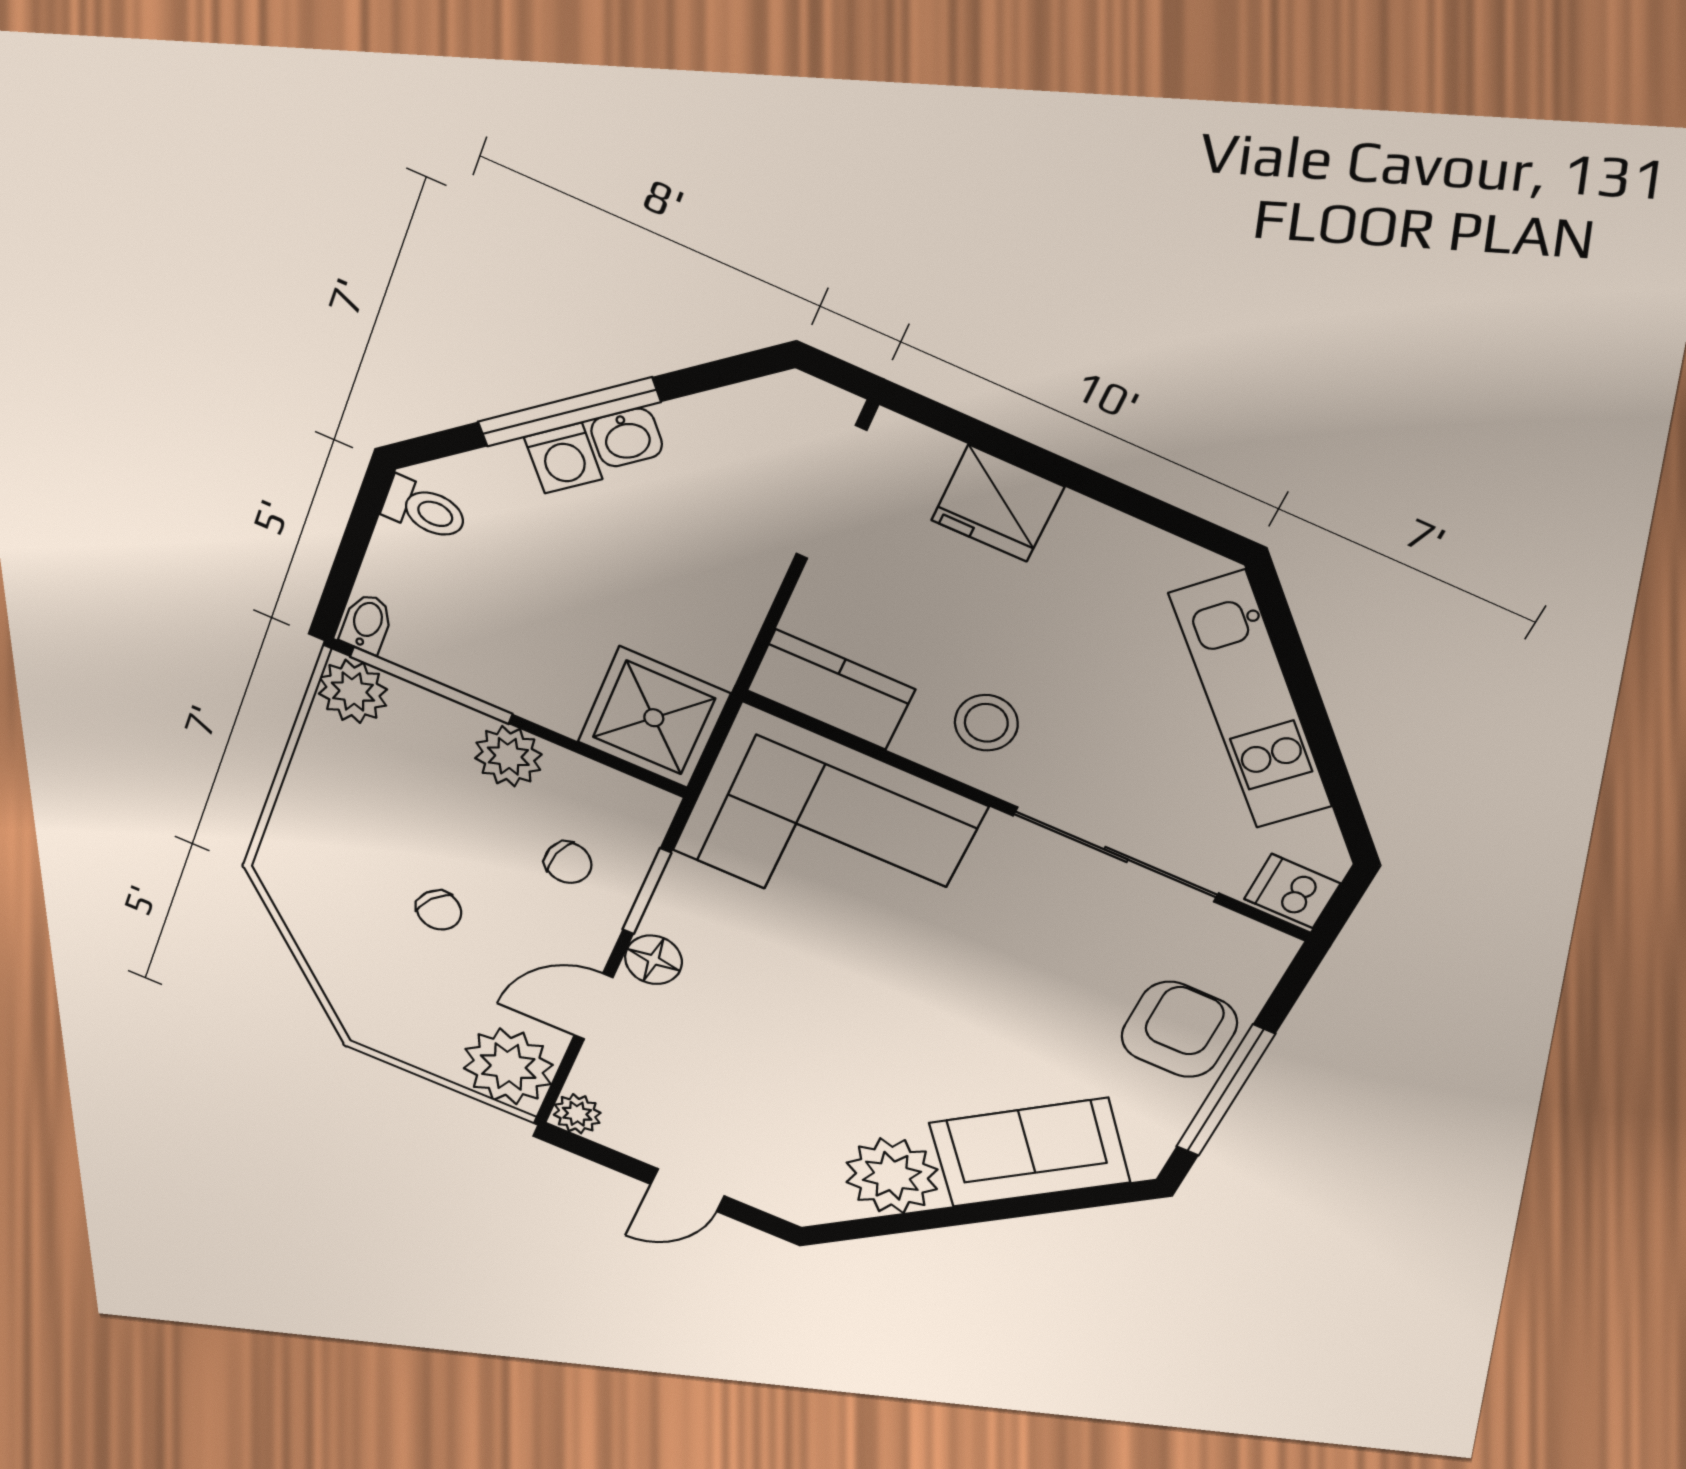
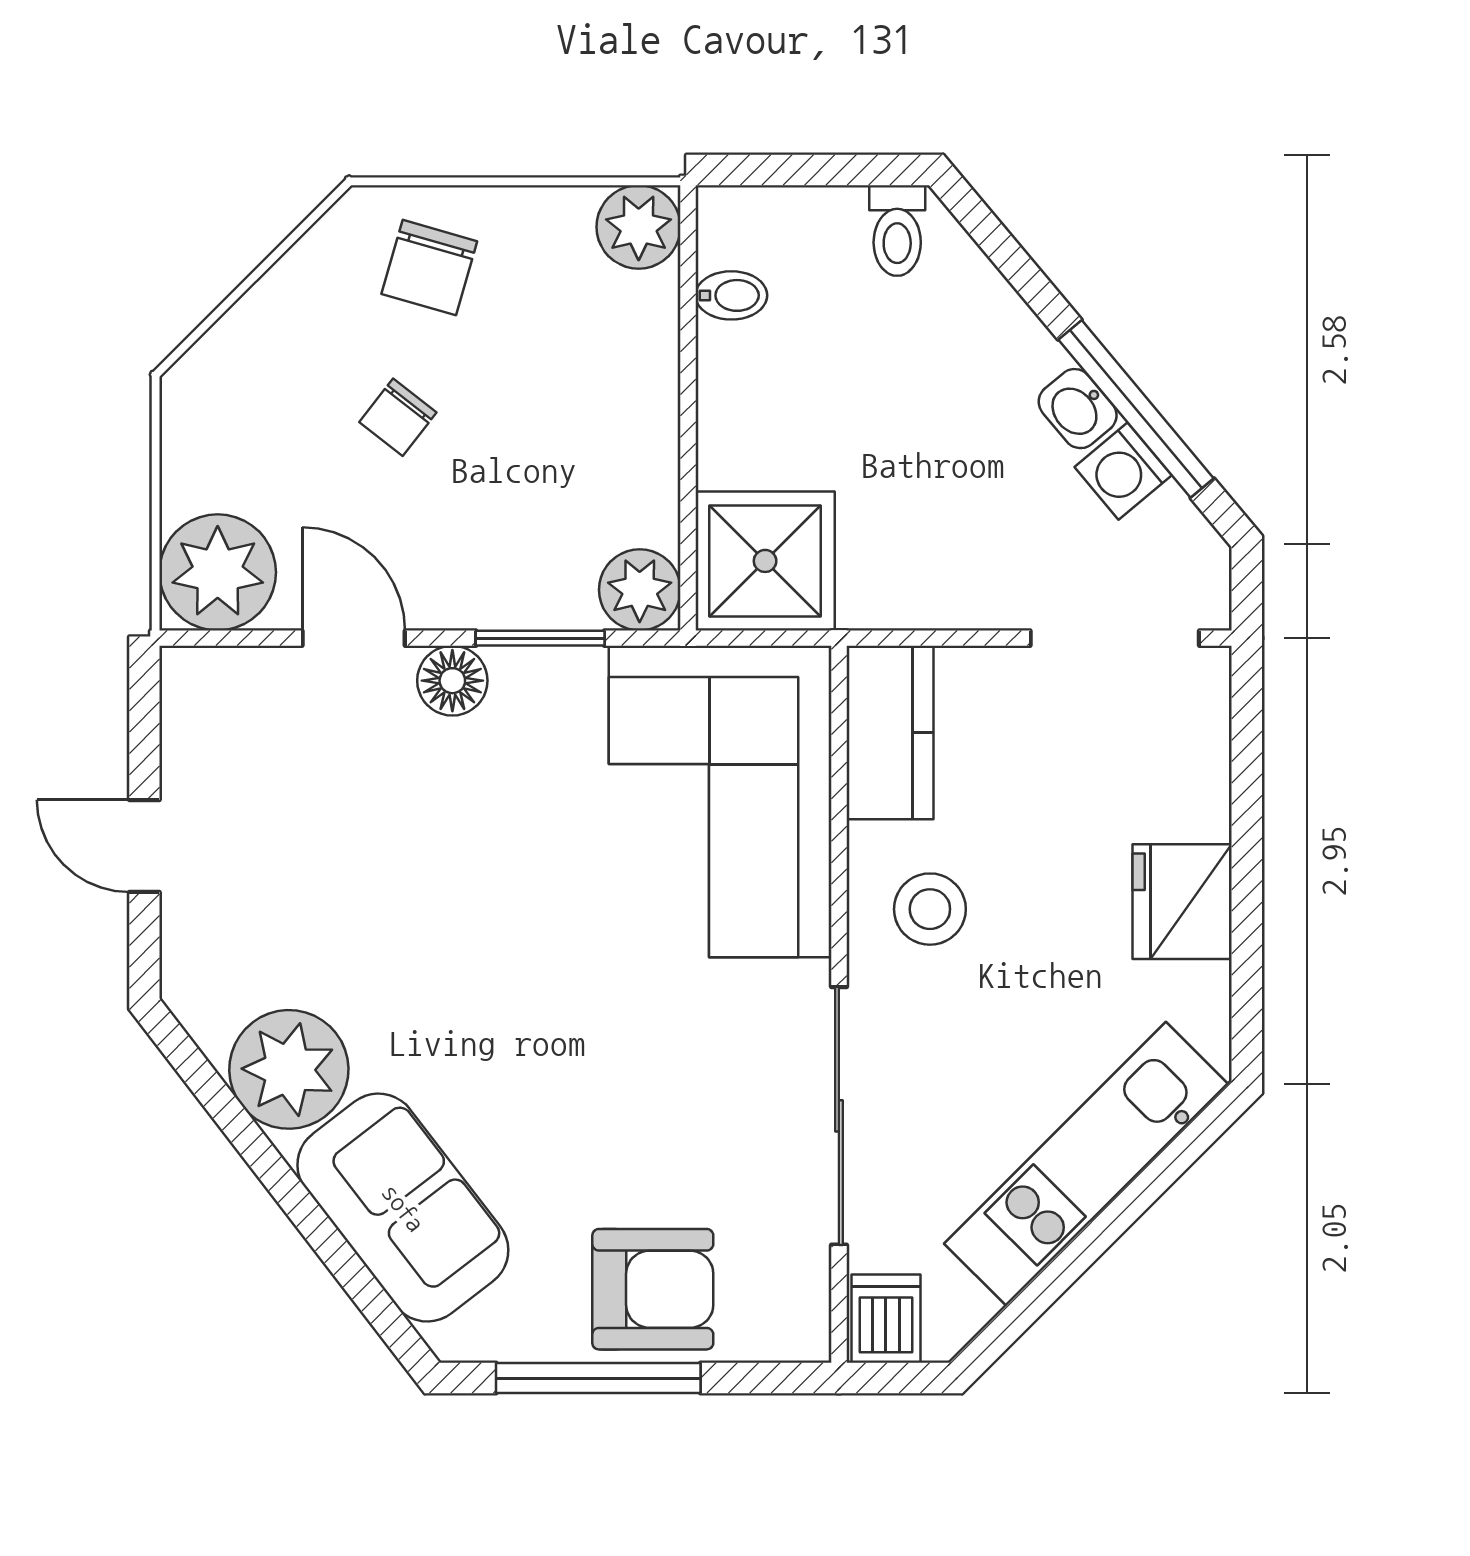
window: (569, 412) -> (1136, 409), moved
washing machine: (563, 458) -> (1123, 471), moved
fridge: (998, 503) -> (1182, 902), moved
bidet: (367, 623) -> (731, 295), moved
window: (432, 686) -> (688, 309), removed
plant: (508, 756) -> (640, 590), moved
chair: (568, 863) -> (429, 268), moved, width x1.37, depth x1.37
plant: (577, 1114) -> (190, 676), removed

